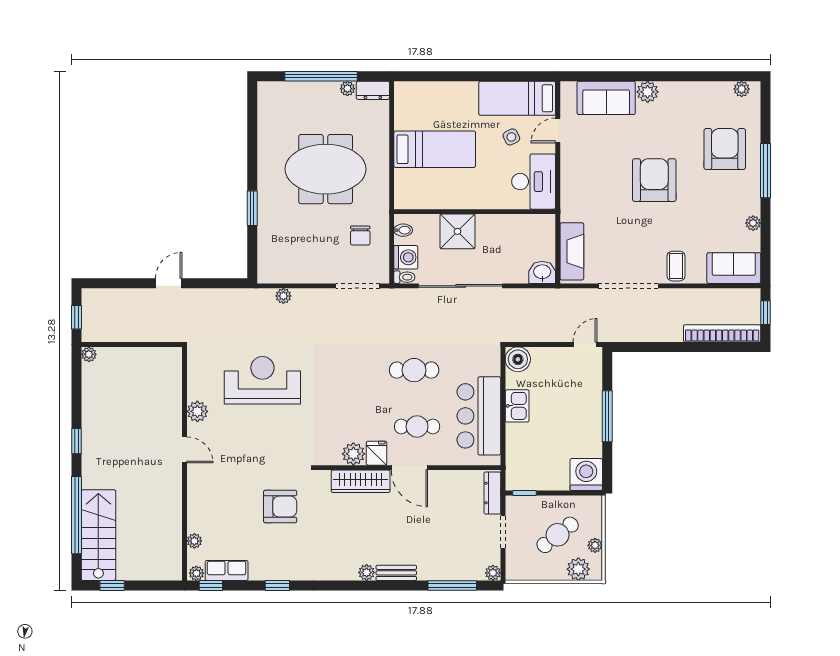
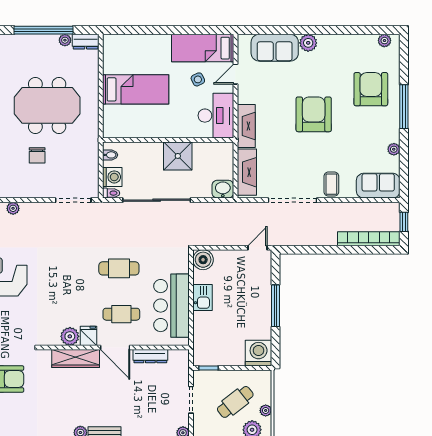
fireplace: (571, 194) -> (246, 126), added
shower: (457, 231) -> (178, 156), moved
chair: (360, 236) -> (37, 155), moved
dresser: (492, 493) -> (150, 356), moved, turned -90

